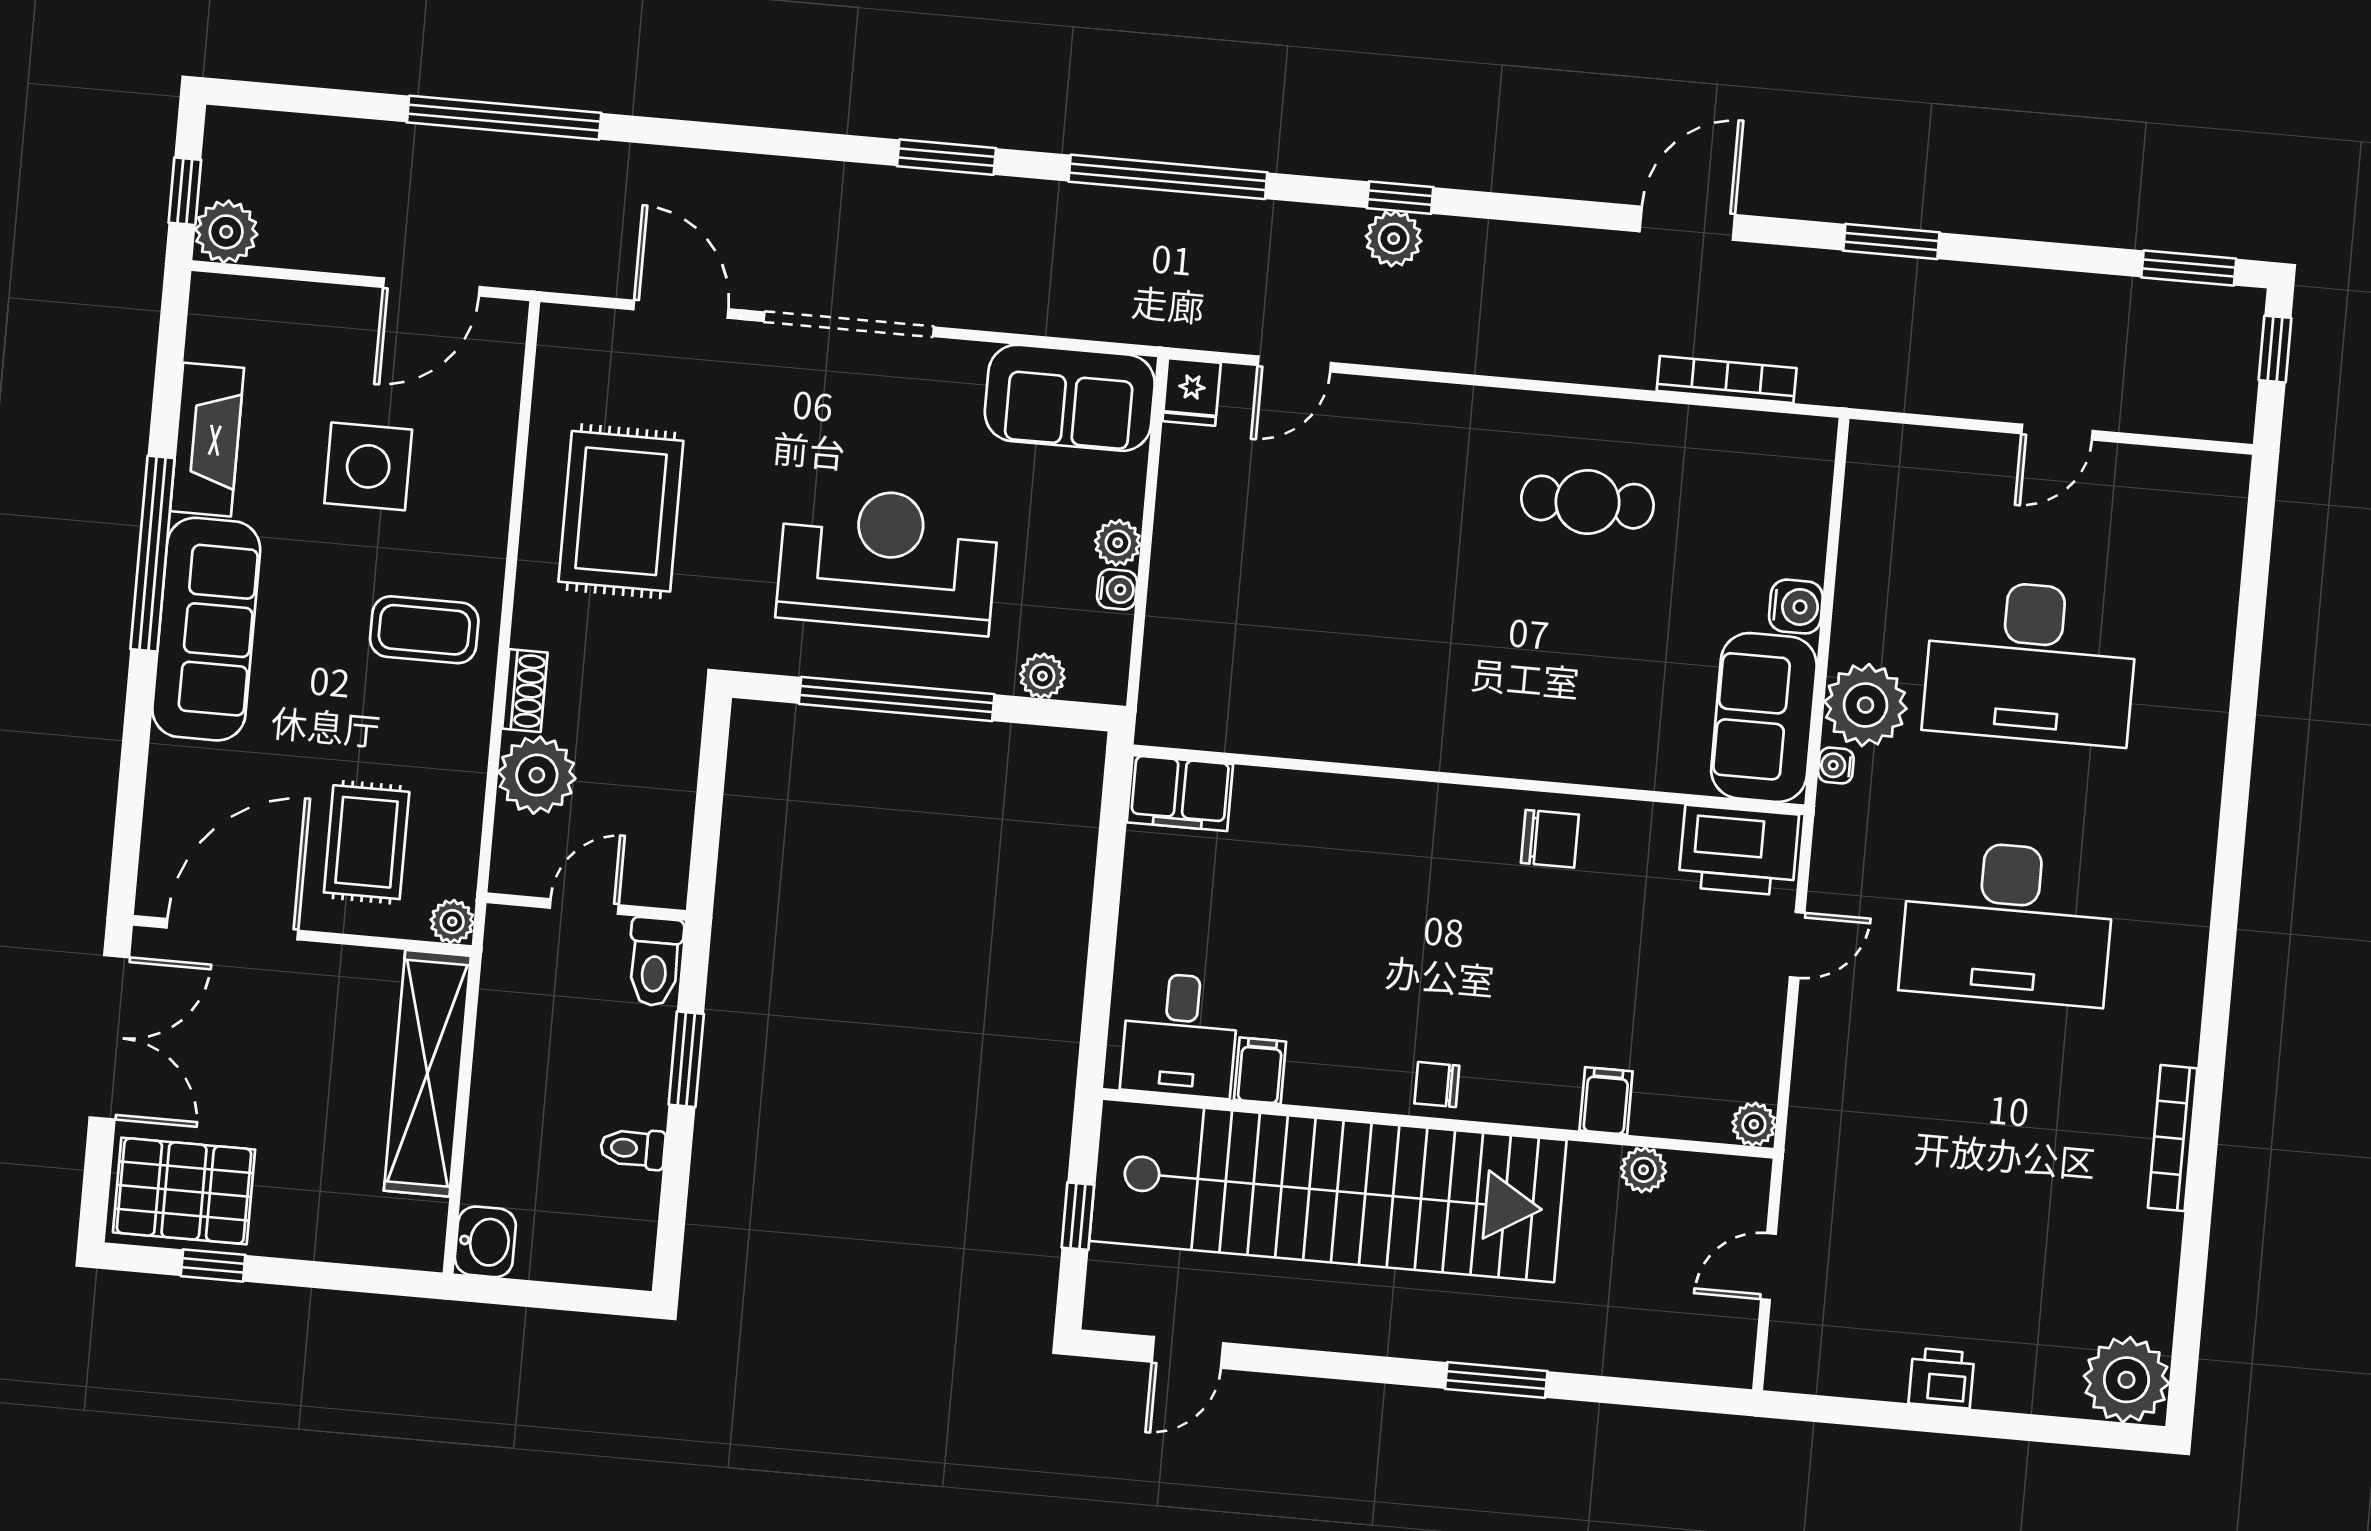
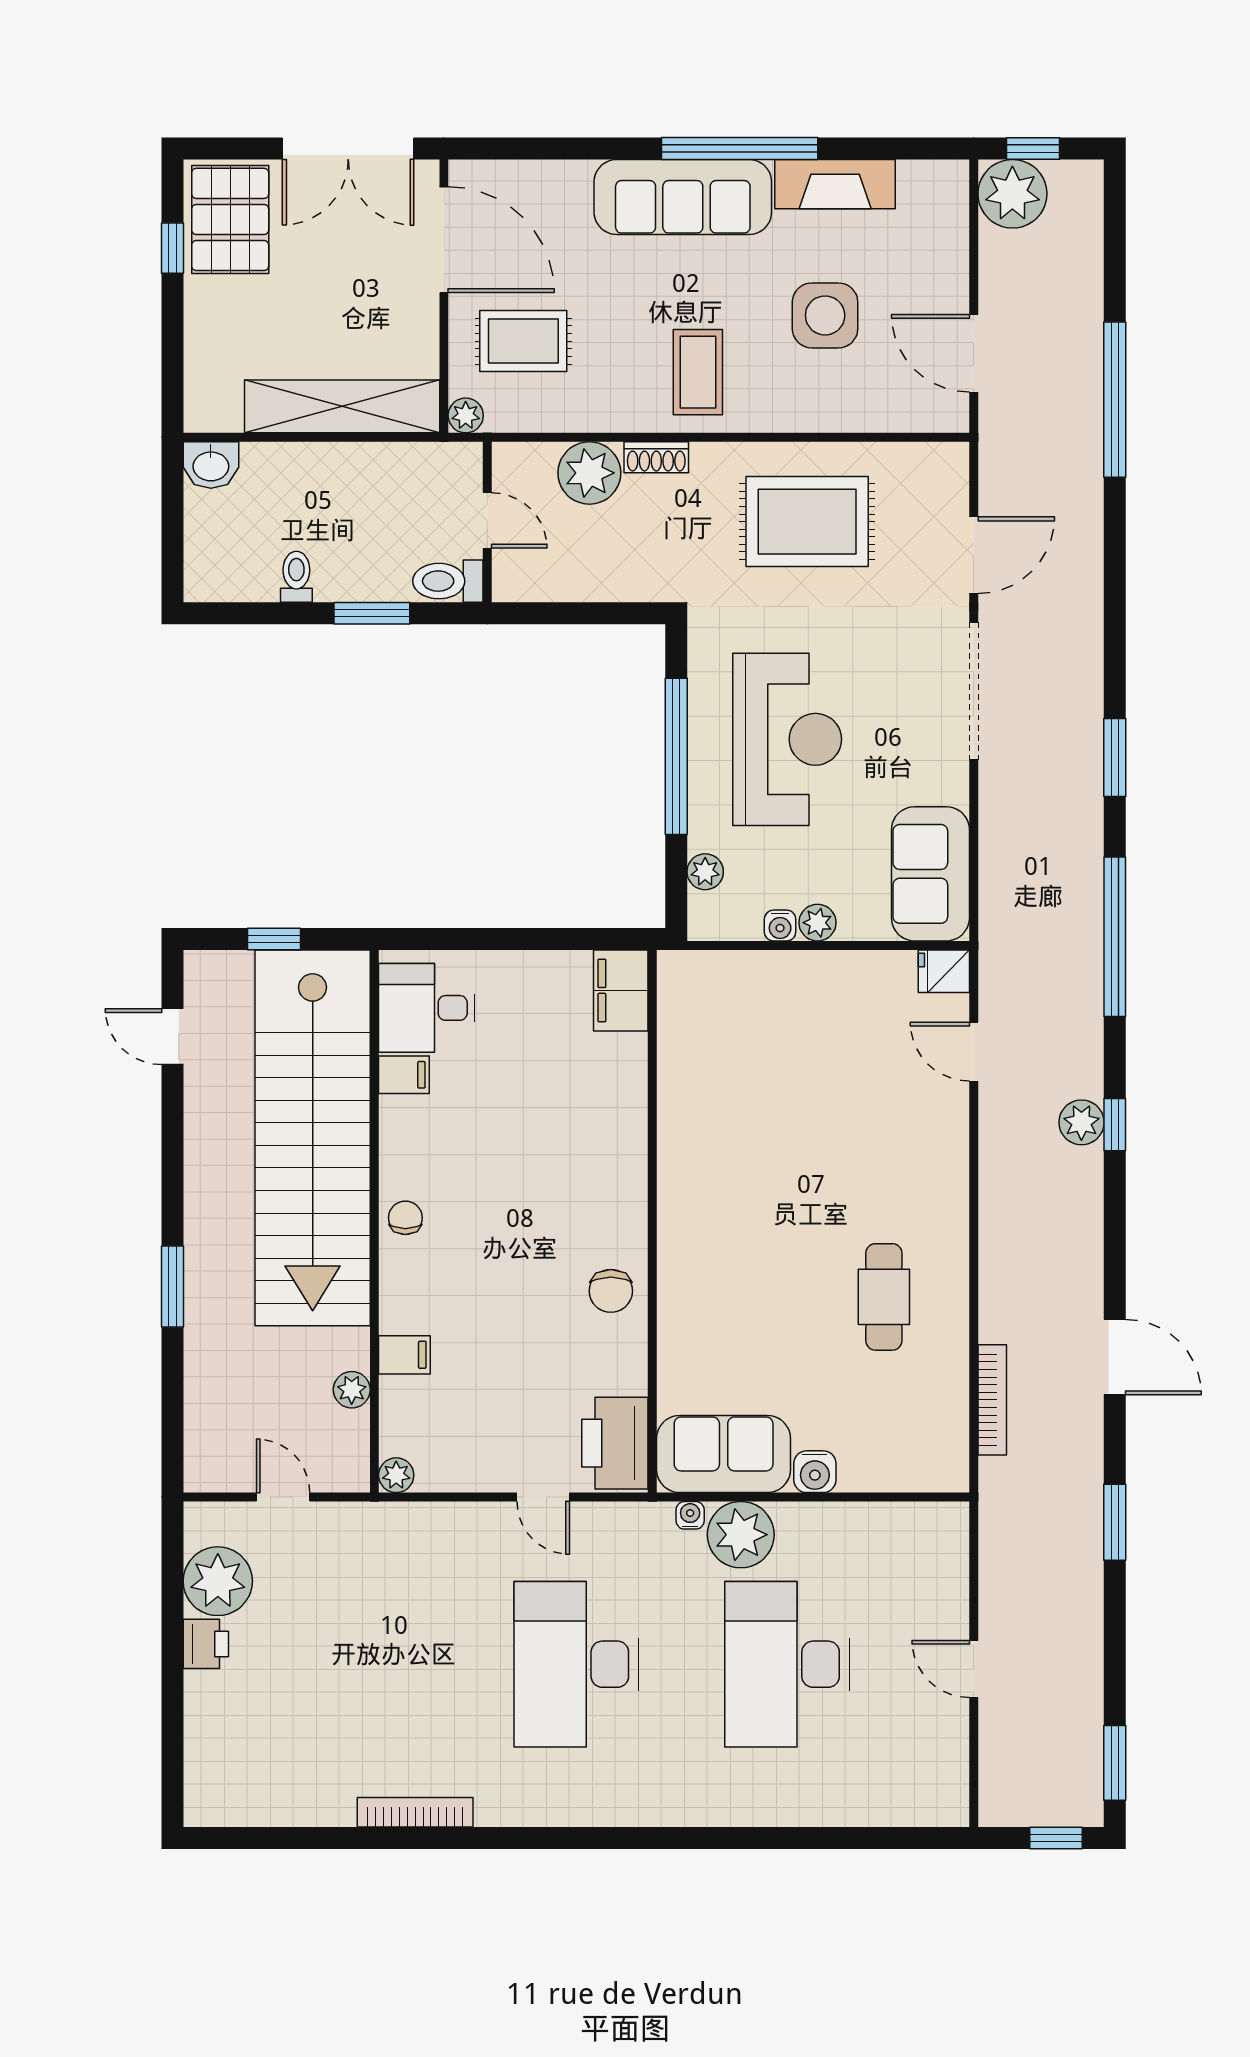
plant: (226, 232) -> (1012, 194), width x1.36, depth x1.36
plant: (2126, 1380) -> (218, 1581), moved

